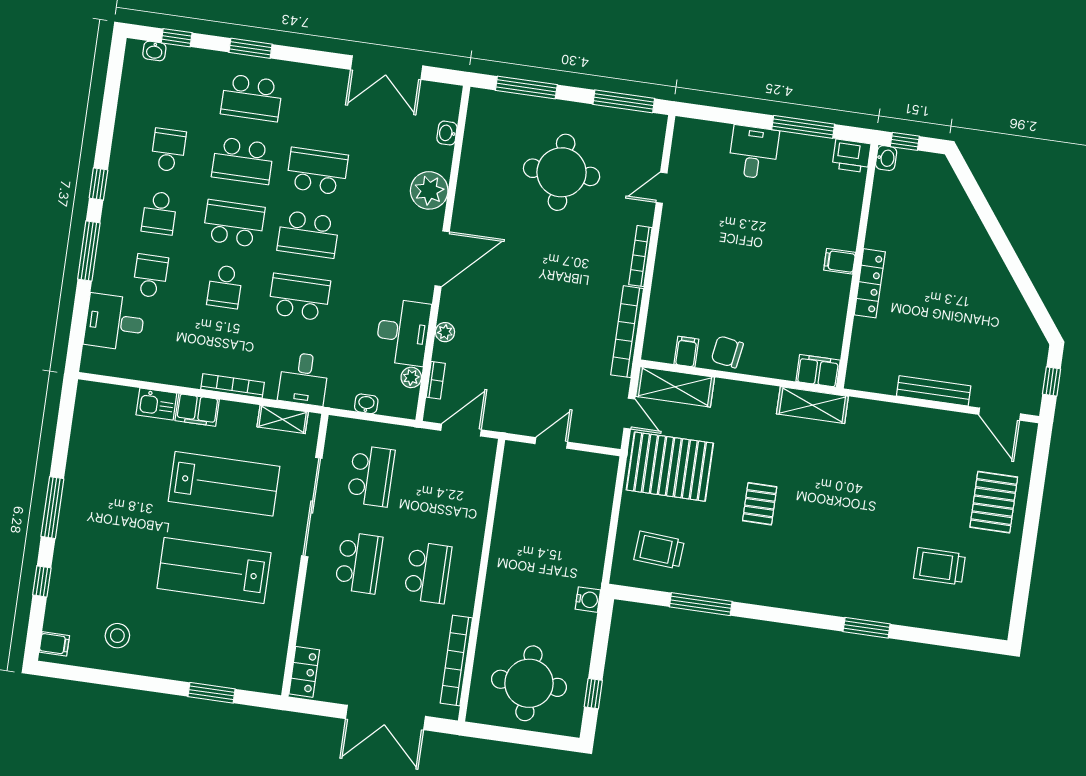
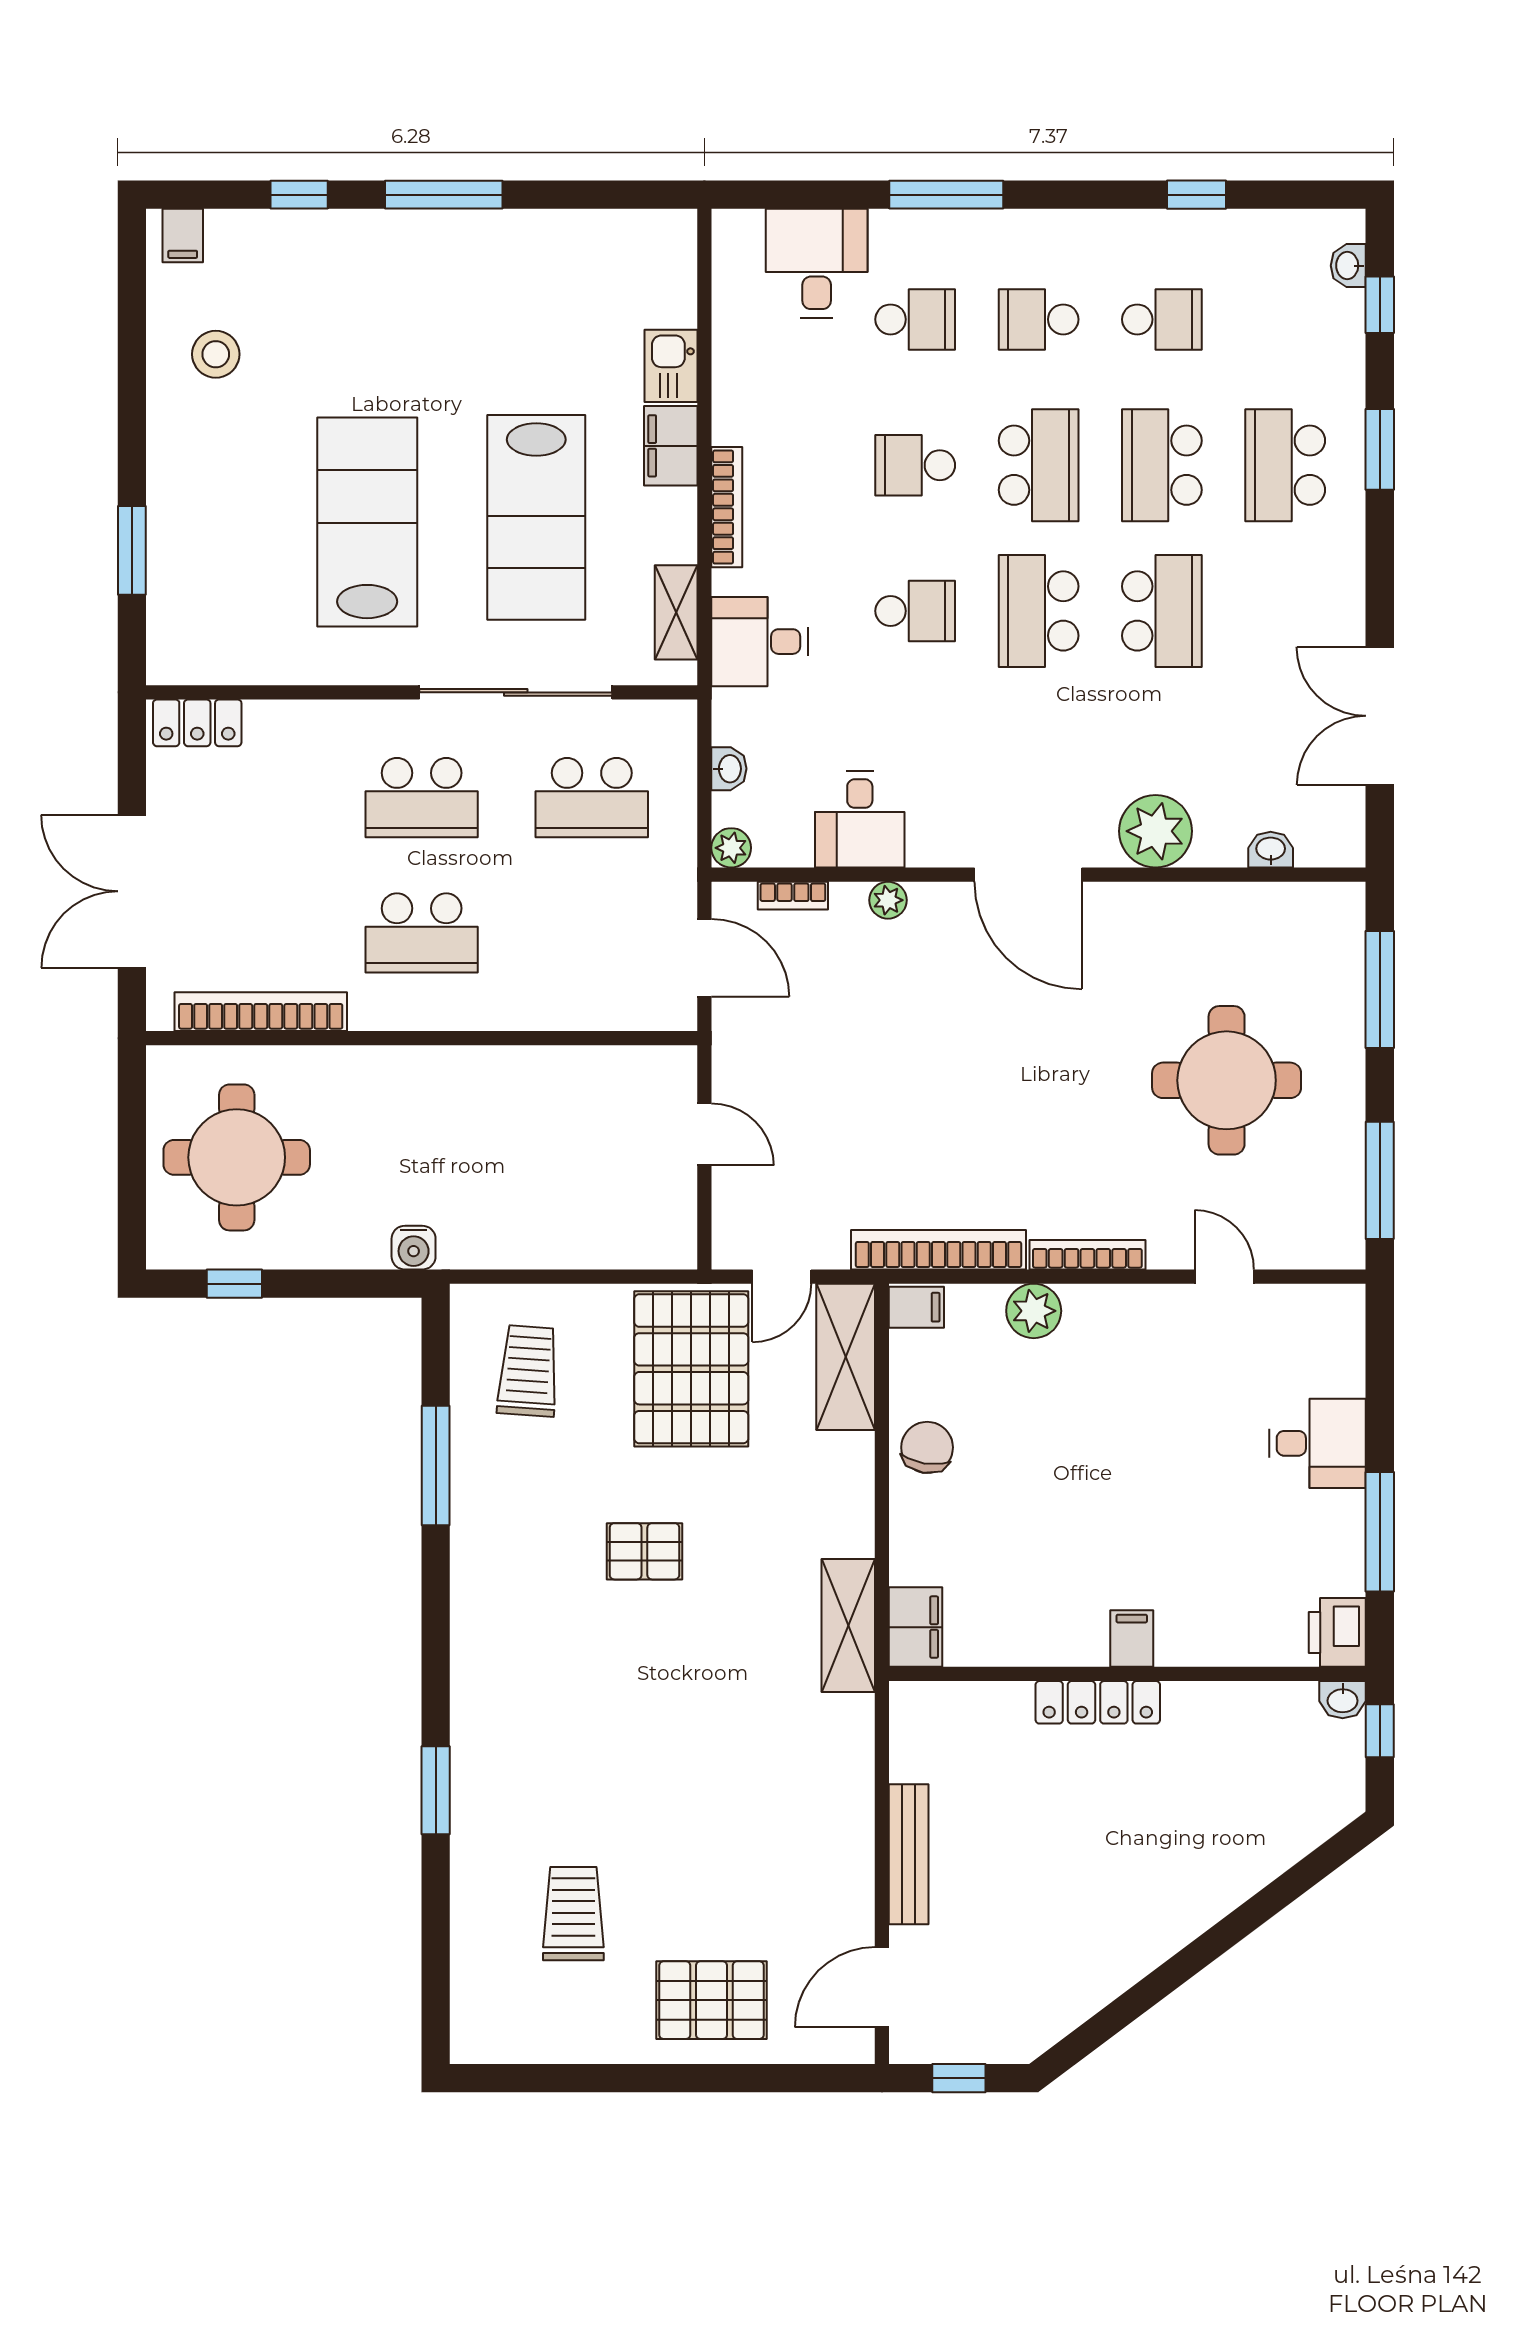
window: (98, 184) -> (1197, 195), moved
plant: (665, 288) -> (1034, 1311), added
school desk: (299, 297) -> (915, 611), width x0.54
desk: (403, 332) -> (860, 819), width x0.73
filing cabinet: (686, 352) -> (916, 1307), moved
plant: (411, 377) -> (731, 848), moved

